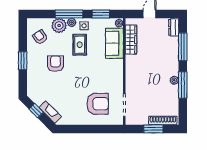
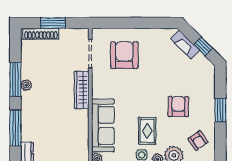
wardrobe: (131, 40) -> (82, 90), moved
sofa: (114, 43) -> (103, 126), width x1.36
armchair: (55, 64) -> (178, 107), turned 180
armchair: (98, 104) -> (124, 55), turned 90

